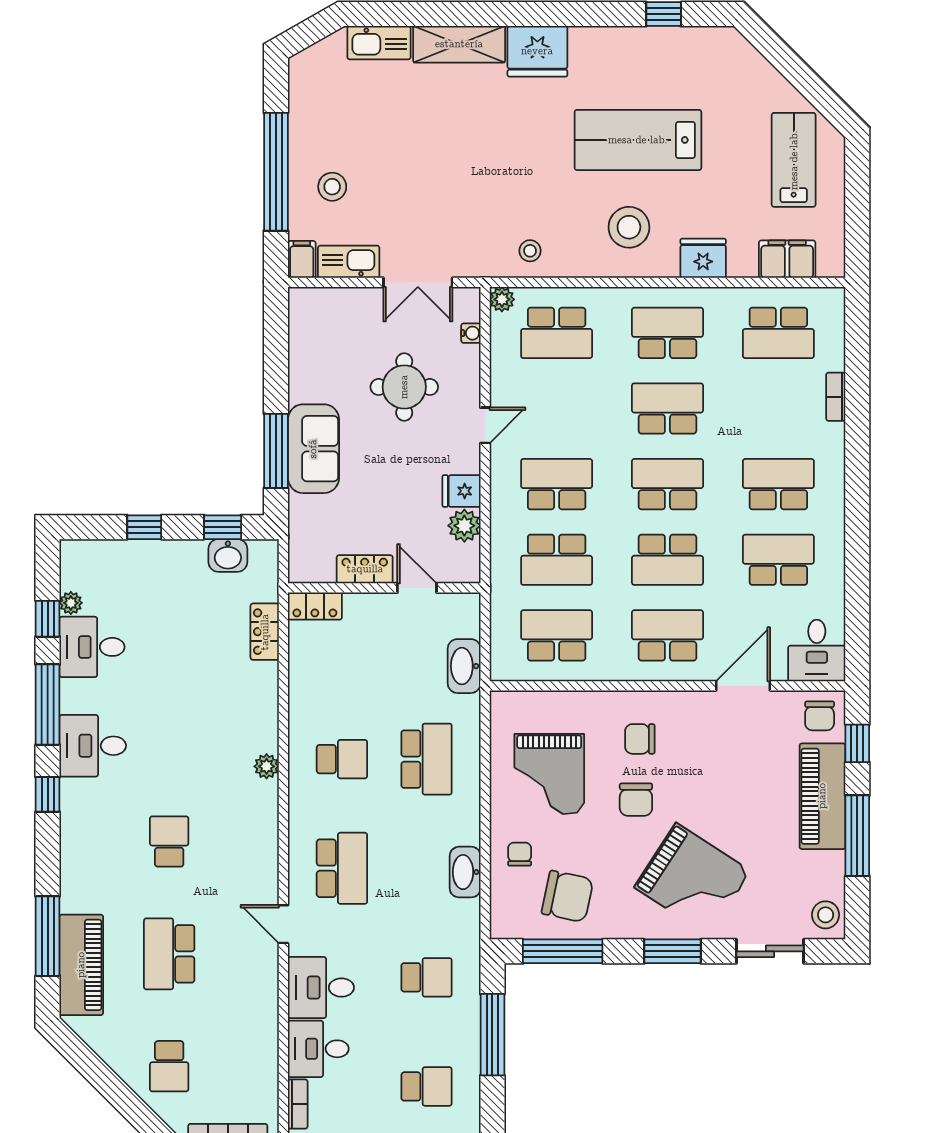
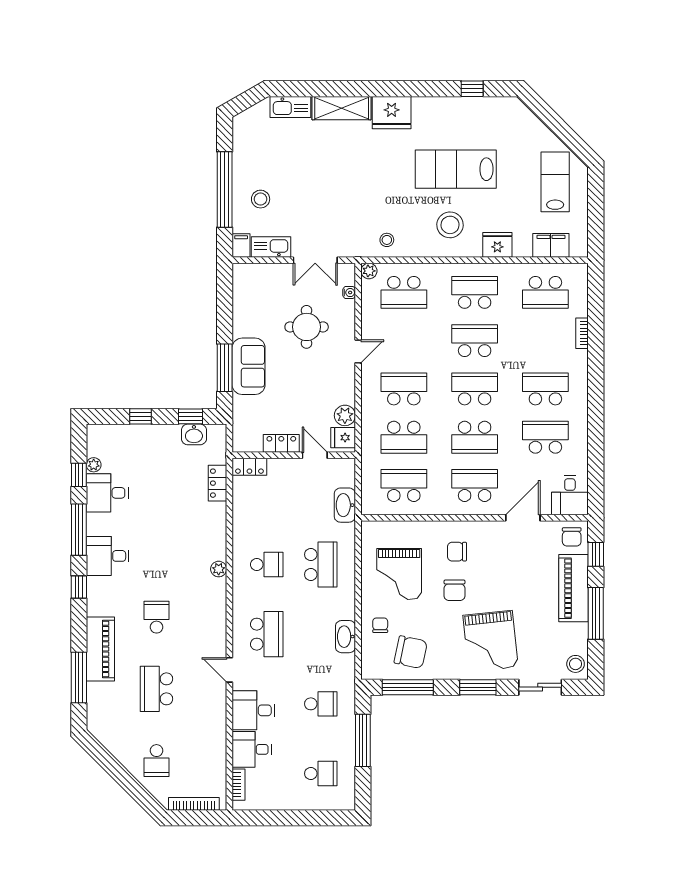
fridge: (462, 491) -> (343, 438), moved
grand piano: (692, 879) -> (491, 641), turned 51
piano: (81, 965) -> (100, 649), moved

